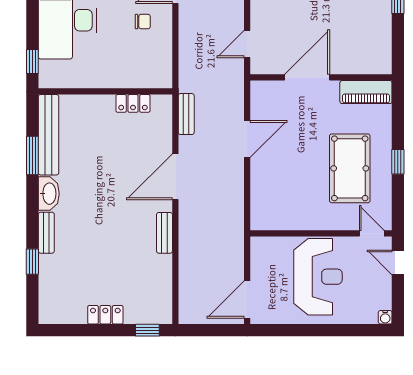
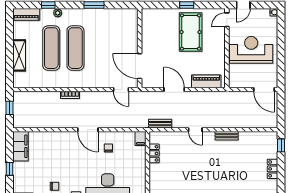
door: (307, 77) -> (140, 66), moved
filing cabinet: (160, 79) -> (140, 138), added
piano: (366, 92) -> (206, 81), moved, turned -90
pool table: (350, 168) -> (191, 32), turned 90
door: (175, 177) -> (195, 130), width x0.53

